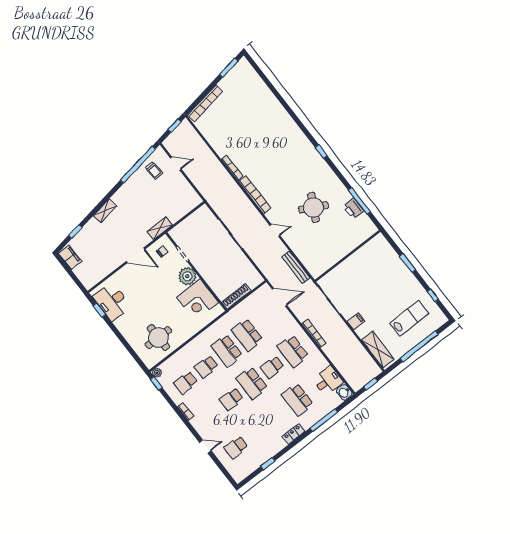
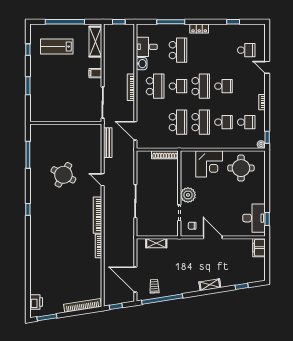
door: (176, 164) -> (135, 279), width x1.88
printer: (354, 209) -> (36, 302), moved
shelving: (160, 228) -> (156, 243), moved
filing cabinet: (70, 257) -> (259, 248), moved
corner desk: (198, 300) -> (209, 164), moved, turned 90
washbasin: (344, 392) -> (142, 64), moved

